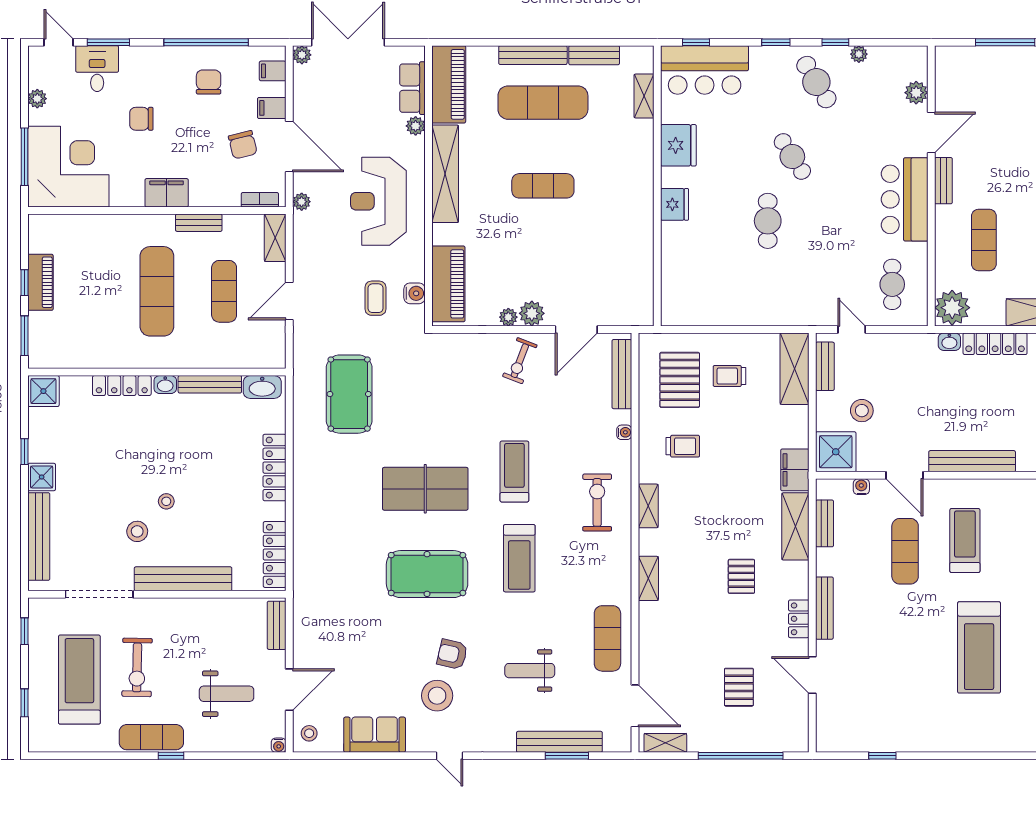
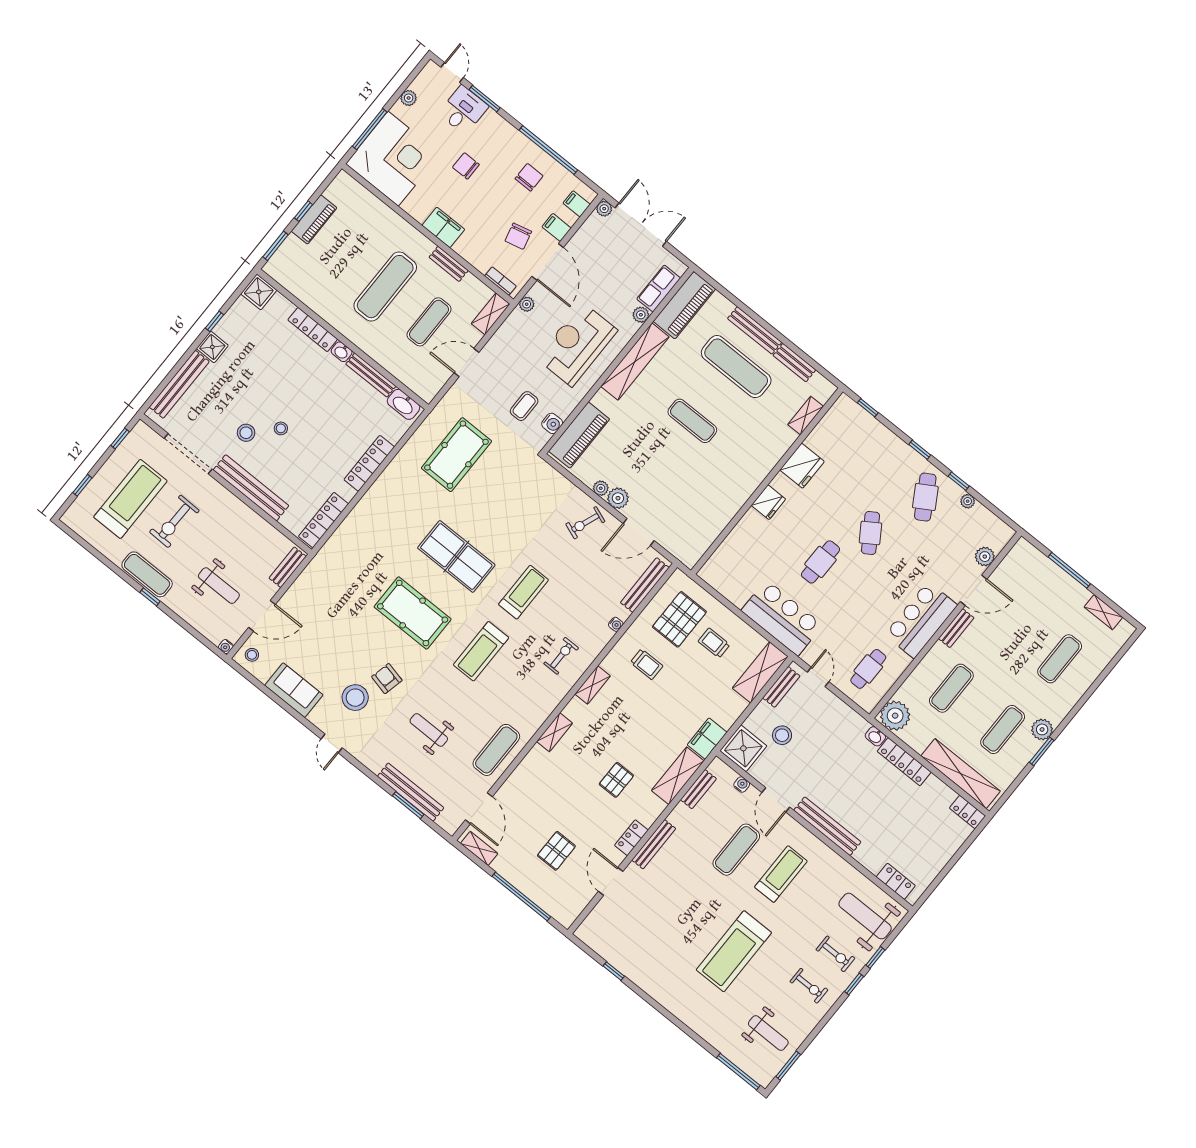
bar counter: (705, 70) -> (782, 618), moved, turned 180
exercise bike: (597, 502) -> (561, 656), width x0.73, depth x0.72

